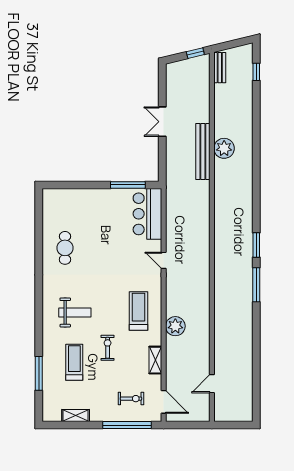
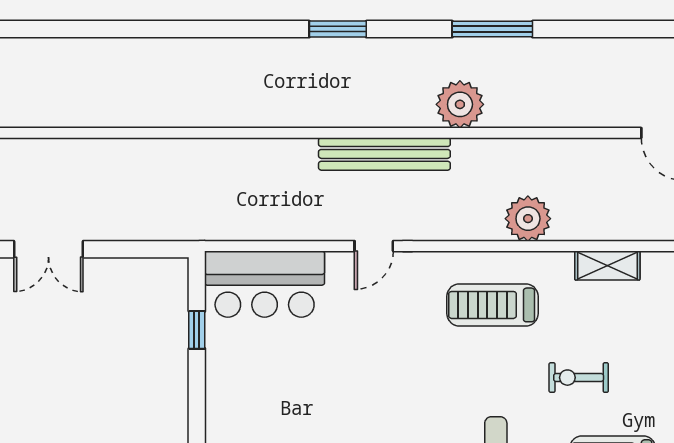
plant: (224, 148) -> (460, 104), moved
bench: (203, 151) -> (384, 154), moved
window: (128, 185) -> (197, 330), width x0.46
window: (256, 285) -> (492, 29), moved

